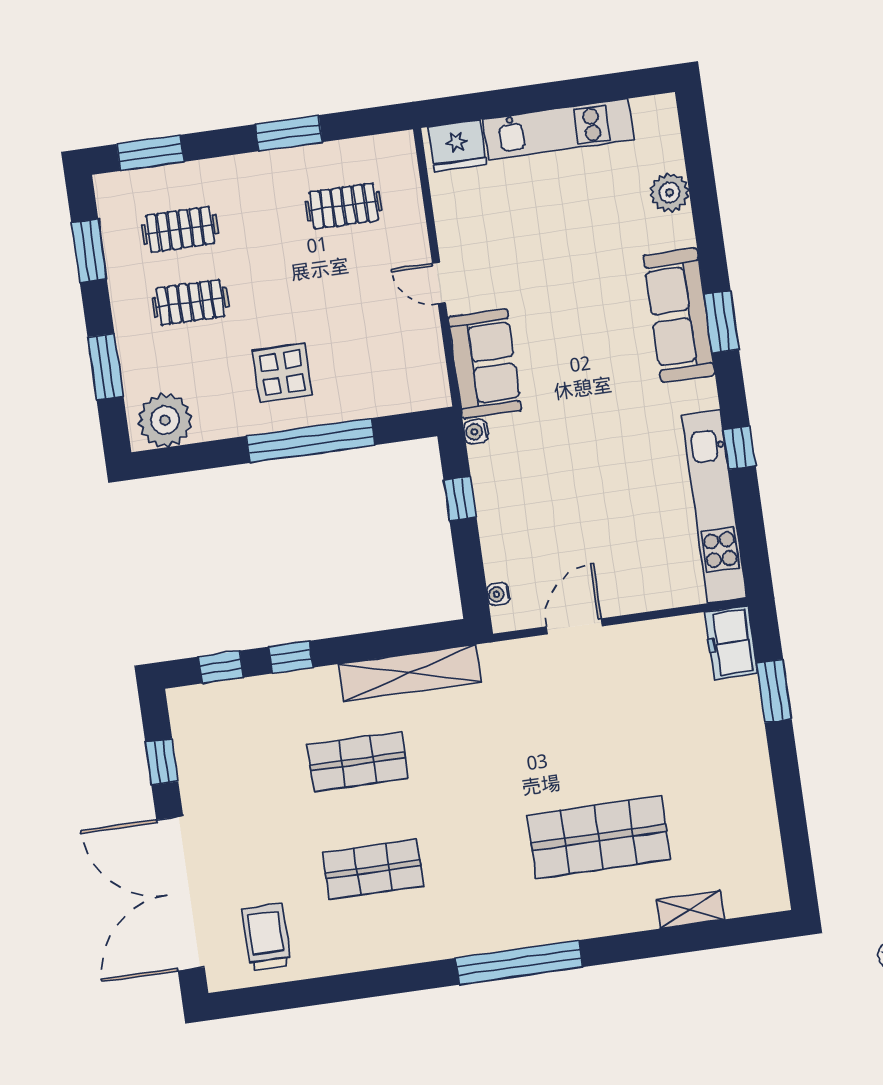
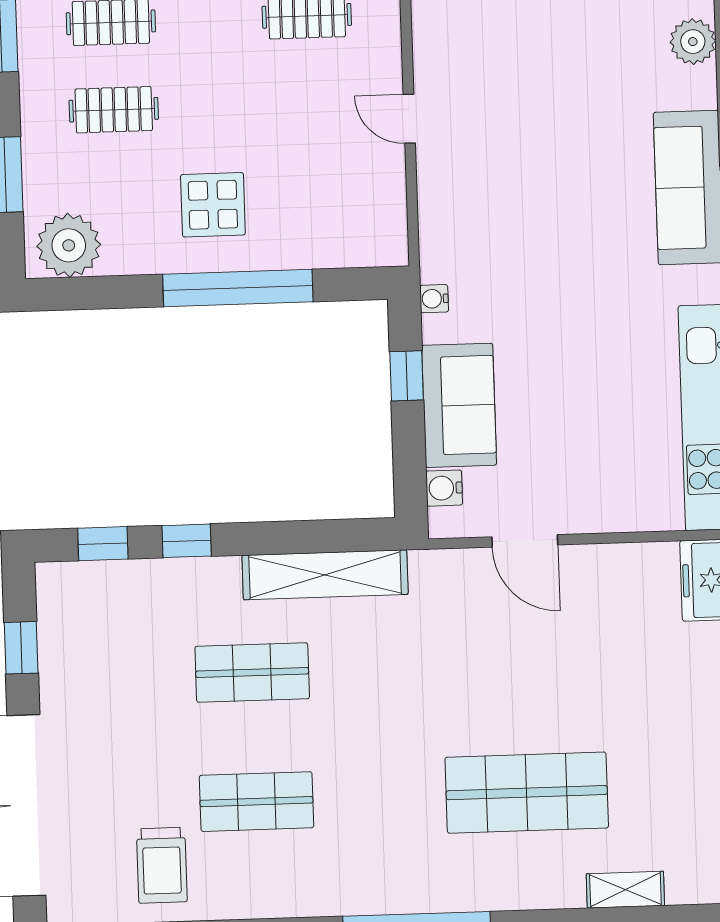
sofa: (485, 364) -> (459, 405), moved
water cooler: (498, 594) -> (444, 488), width x1.38, depth x1.38
door: (574, 626) -> (525, 541), swing flipped
trolley: (266, 937) -> (162, 865), moved, turned 180

